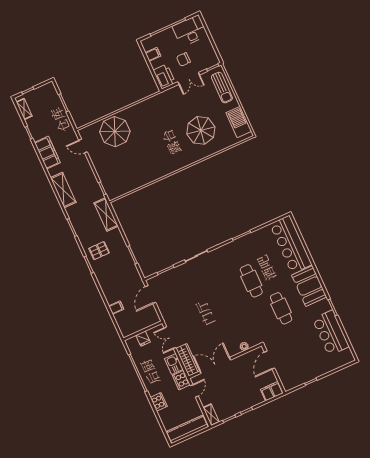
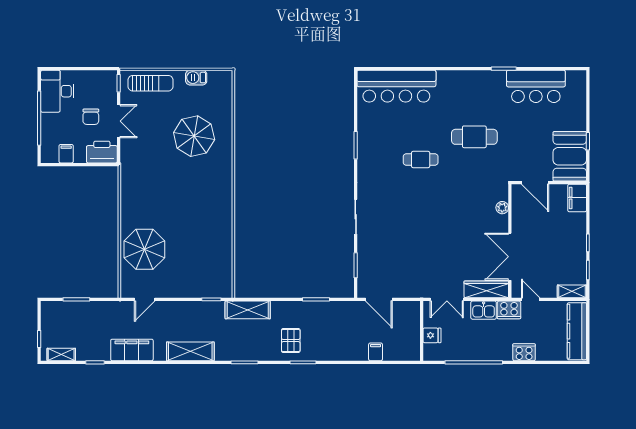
barbecue: (239, 122) -> (196, 78), width x0.53, depth x0.65
cafe table: (251, 281) -> (421, 160), width x0.73, depth x0.74
booth: (309, 286) -> (570, 156), moved, turned 90

